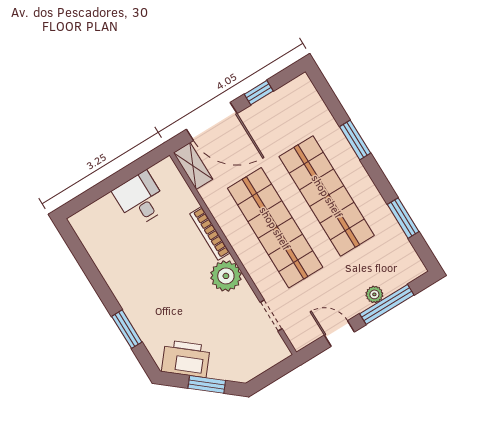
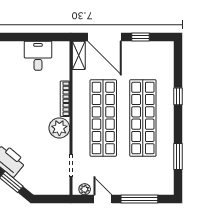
window: (355, 140) -> (178, 96), width x0.67
plant: (374, 294) -> (85, 189), moved

